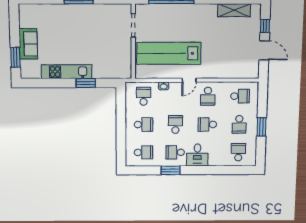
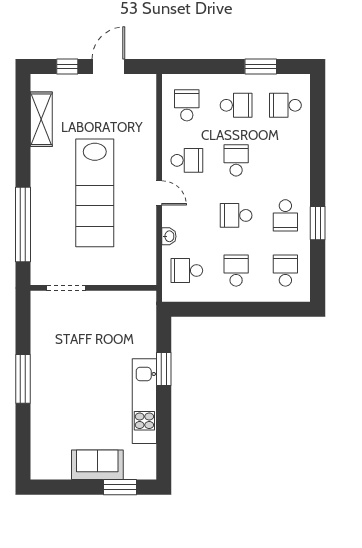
lab bench: (169, 53) -> (95, 193), moved
school desk: (207, 124) -> (236, 160), turned 180
window: (262, 127) -> (261, 67), moved
desk: (197, 155) -> (290, 177), removed

